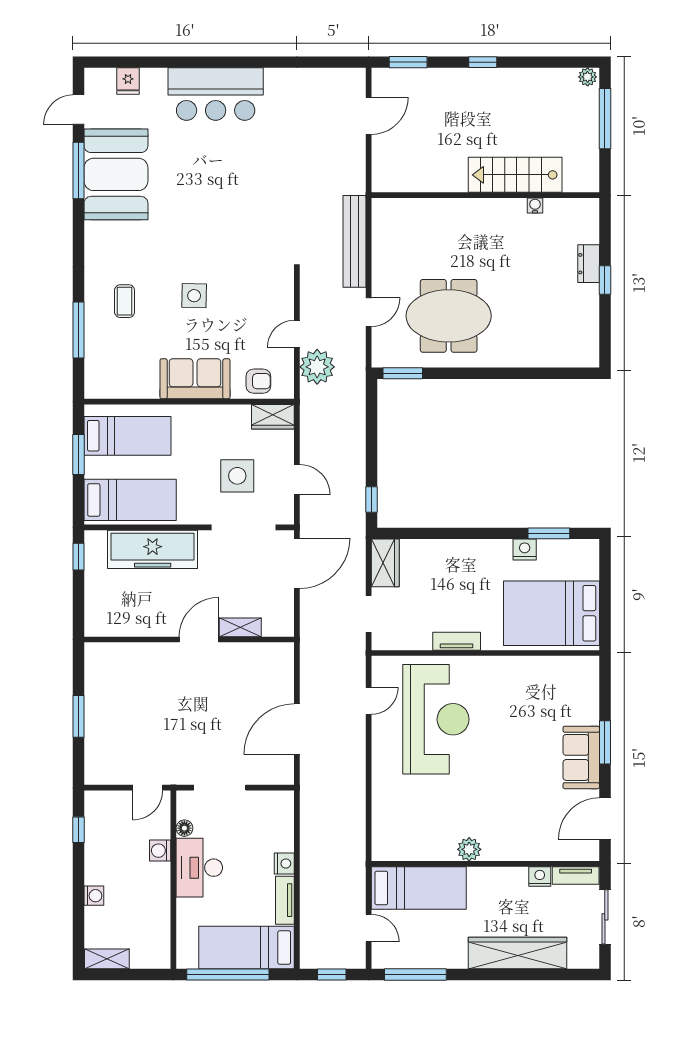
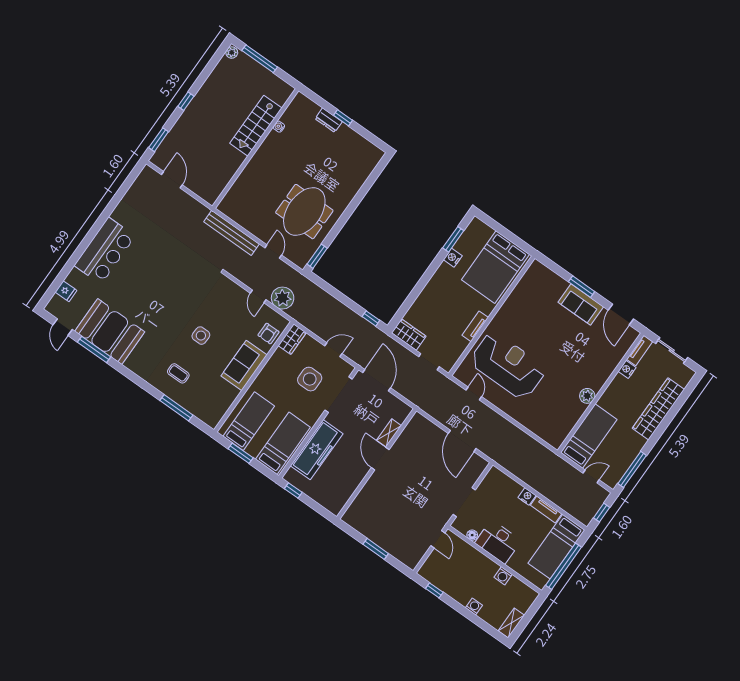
armchair: (258, 381) -> (269, 334), turned 180
washing machine: (160, 851) -> (503, 576), moved

